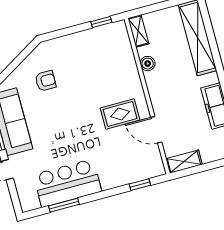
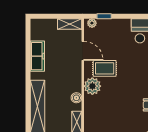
plant: (130, 85) -> (92, 86), added
plant: (154, 171) -> (92, 23), added

